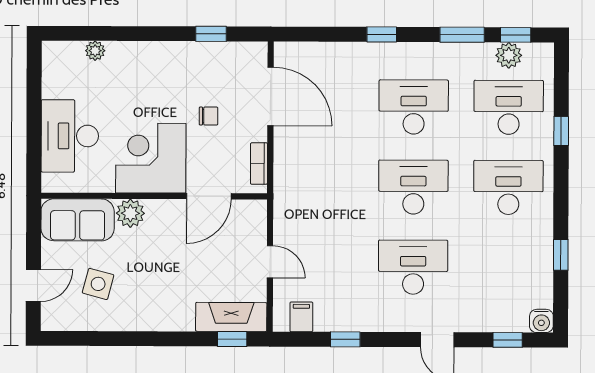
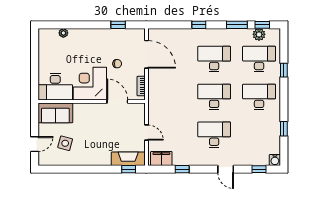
desk: (70, 136) -> (55, 87), moved, turned -90
door: (209, 196) -> (117, 102), swing flipped
plant: (130, 213) -> (80, 110), removed
filing cabinet: (301, 317) -> (161, 158), width x2.00

